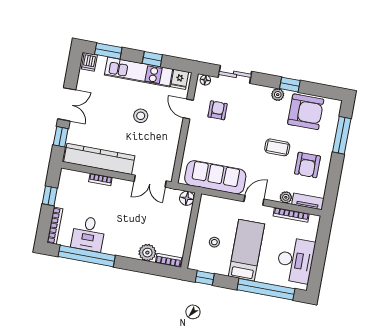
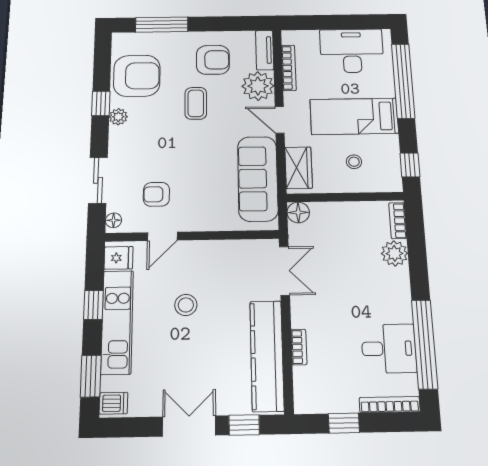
armchair: (306, 112) -> (137, 76), turned 90
plant: (286, 197) -> (258, 86), width x1.88, depth x1.88
wardrobe: (217, 205) -> (299, 168), added

